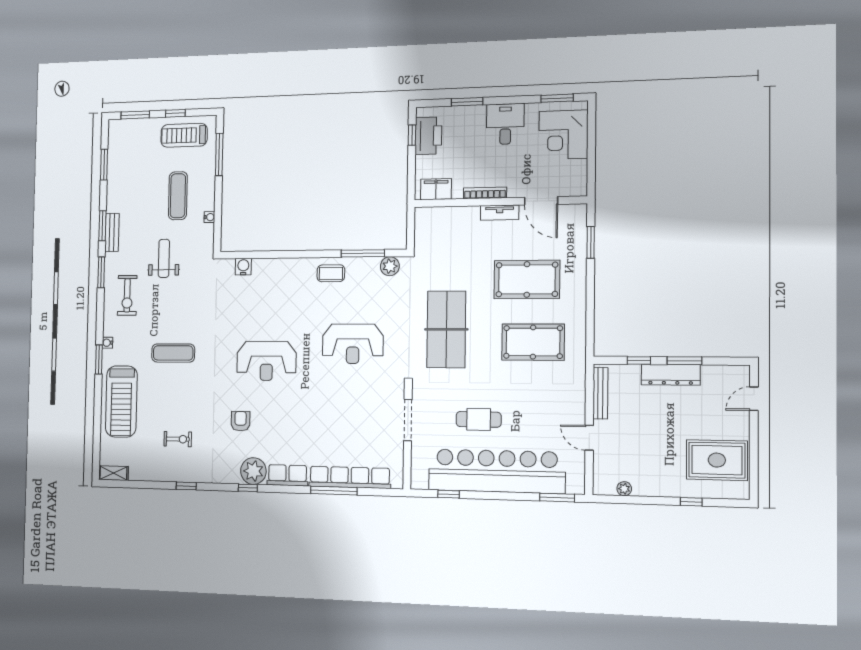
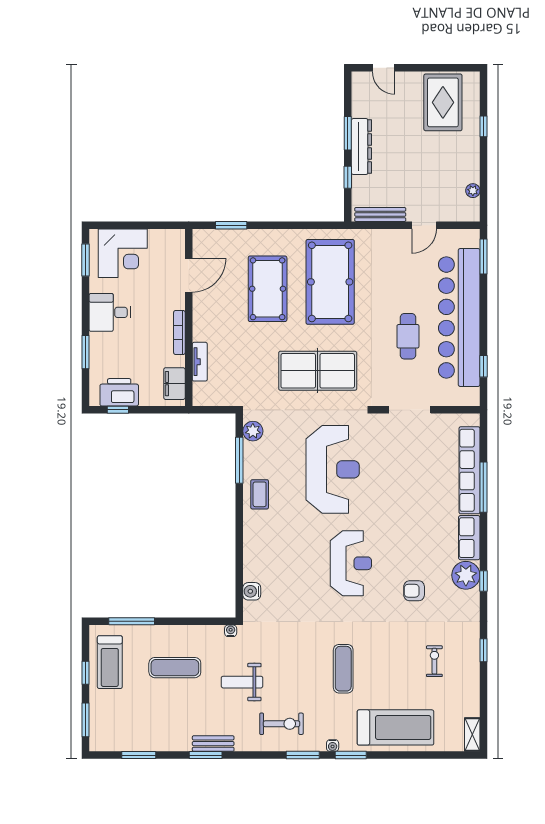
tv unit: (500, 213) -> (200, 362), moved
water cooler: (209, 217) -> (231, 631), moved
window: (101, 272) -> (303, 755), moved
pool table: (533, 342) -> (330, 282), width x1.36, depth x1.32
reception desk: (353, 344) -> (333, 469), width x1.36, depth x1.30

